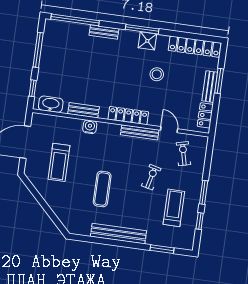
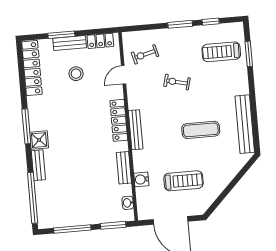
shower: (147, 41) -> (39, 140), moved
stool: (157, 74) -> (76, 74), moved
window: (33, 88) -> (113, 225), width x1.50
washbasin: (51, 104) -> (128, 203), width x0.52, depth x0.69
water cooler: (90, 127) -> (141, 179), moved
bench: (140, 132) -> (136, 130), moved
treadmill: (174, 208) -> (221, 52), moved
bench: (118, 234) -> (245, 124), moved

